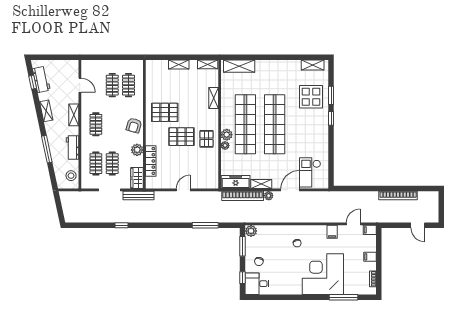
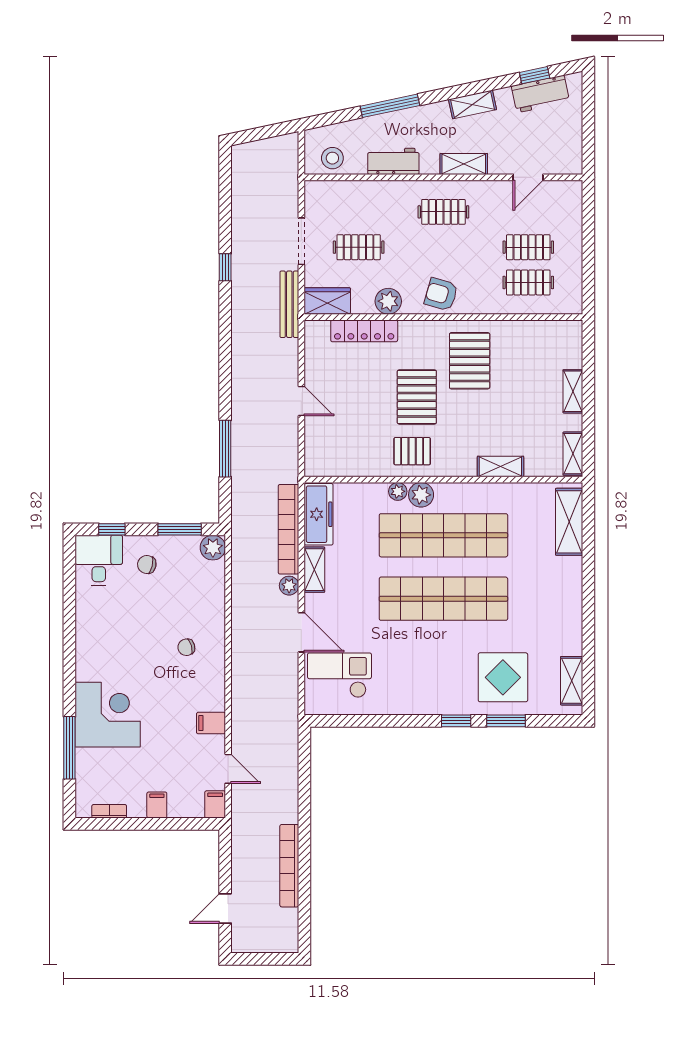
clothes rail: (96, 164) -> (359, 212), removed
corner desk: (323, 274) -> (108, 715), width x0.74, depth x0.74

